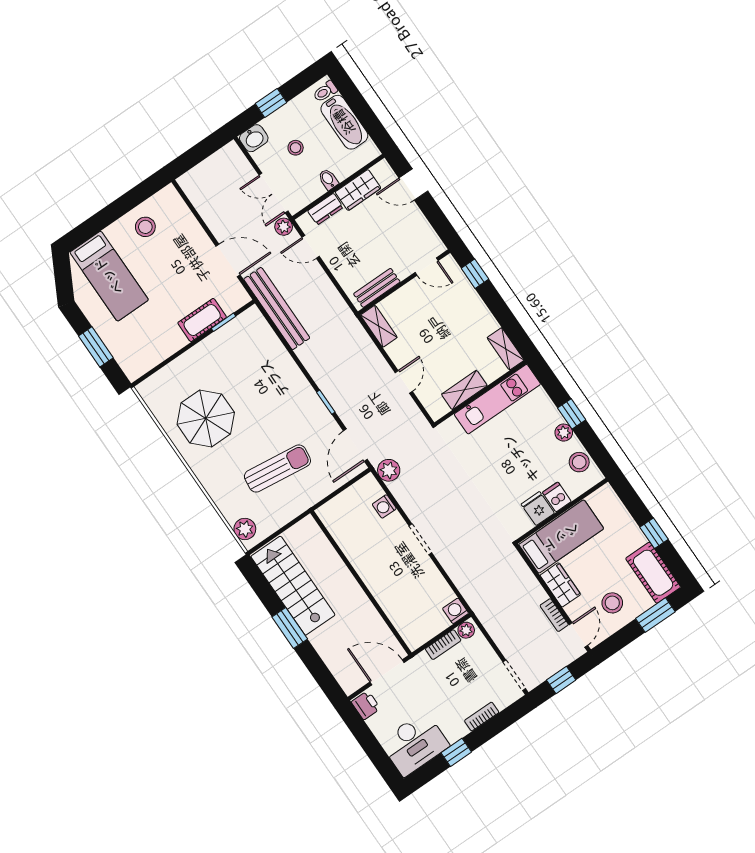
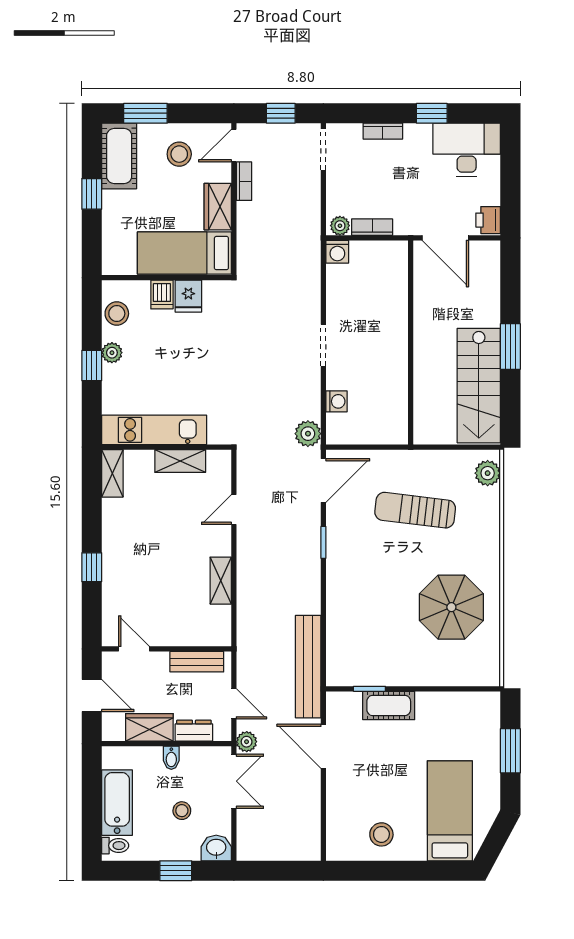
door: (427, 267) -> (134, 649), moved
wall: (404, 282) -> (166, 649), moved
bench: (377, 288) -> (197, 662), moved

